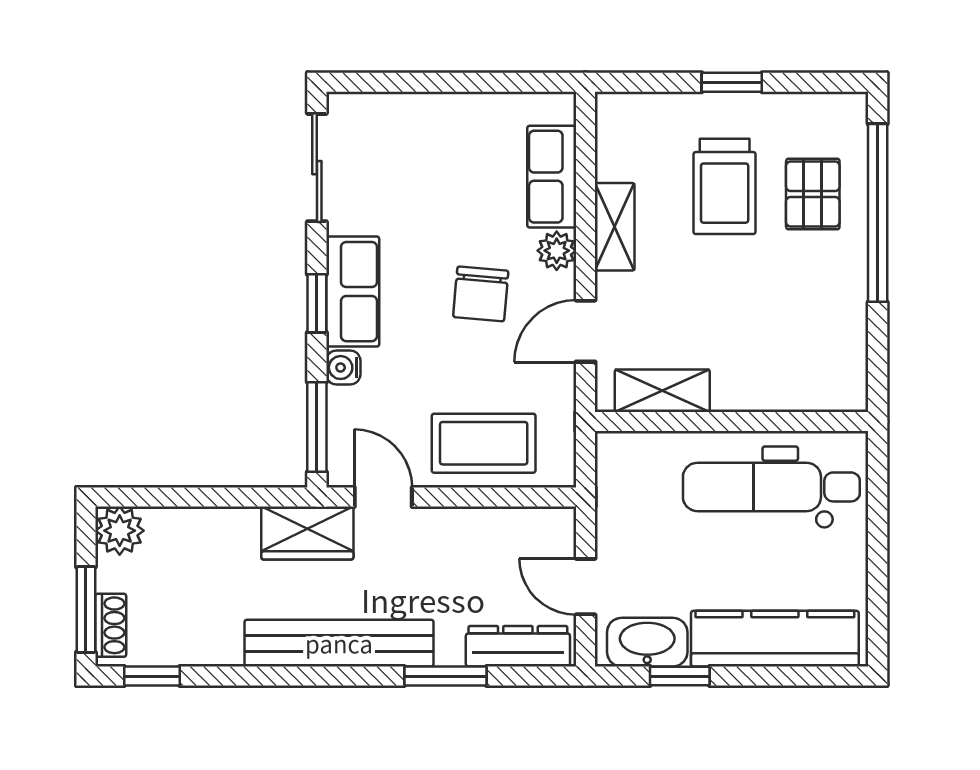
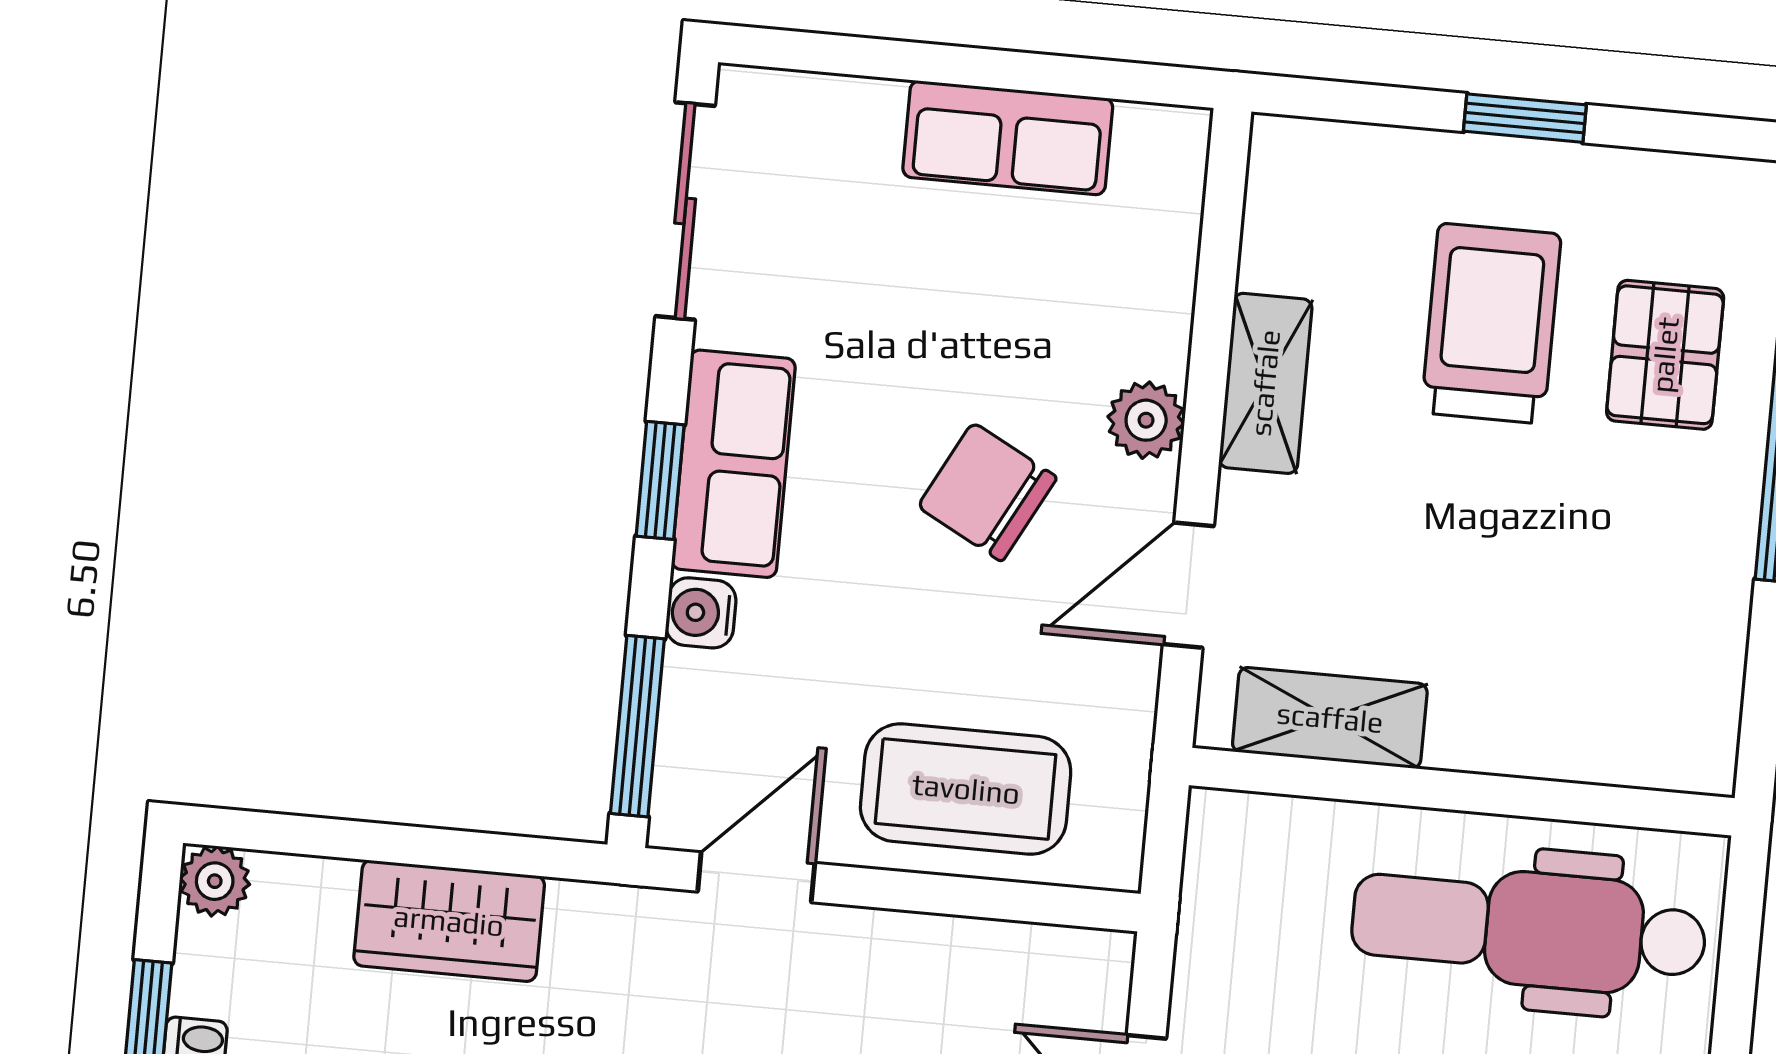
row of seats: (552, 177) -> (1008, 138), moved, turned -90
trolley: (725, 186) -> (1491, 323), turned 180
chair: (481, 294) -> (987, 492), turned 113
door: (383, 497) -> (756, 877), hinge flipped
plant: (120, 531) -> (215, 881), width x0.73, depth x0.73
wardrobe: (307, 533) -> (449, 921), moved

